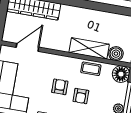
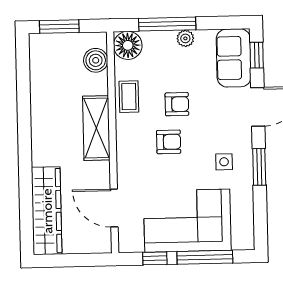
shelving: (89, 48) -> (96, 128), moved
armchair: (60, 87) -> (169, 142), turned 180

